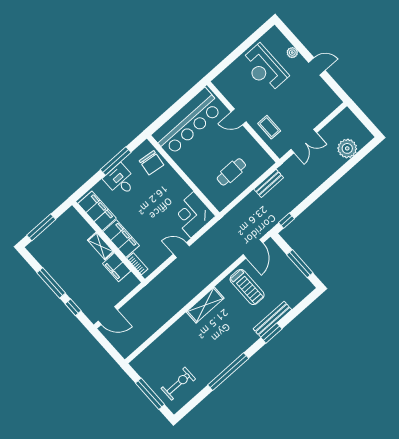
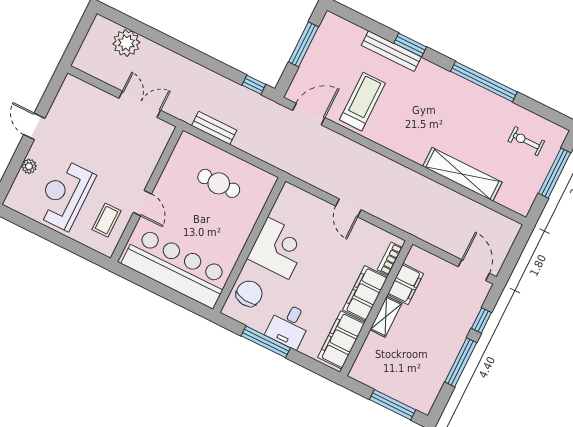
reception desk: (264, 68) -> (65, 195), turned 180
coffee table: (269, 127) -> (106, 220), moved
corner desk: (192, 215) -> (278, 248), moved, turned -90
shelving: (205, 305) -> (462, 174), moved, width x1.47
exercise bike: (178, 384) -> (526, 141), width x0.73, depth x0.72

